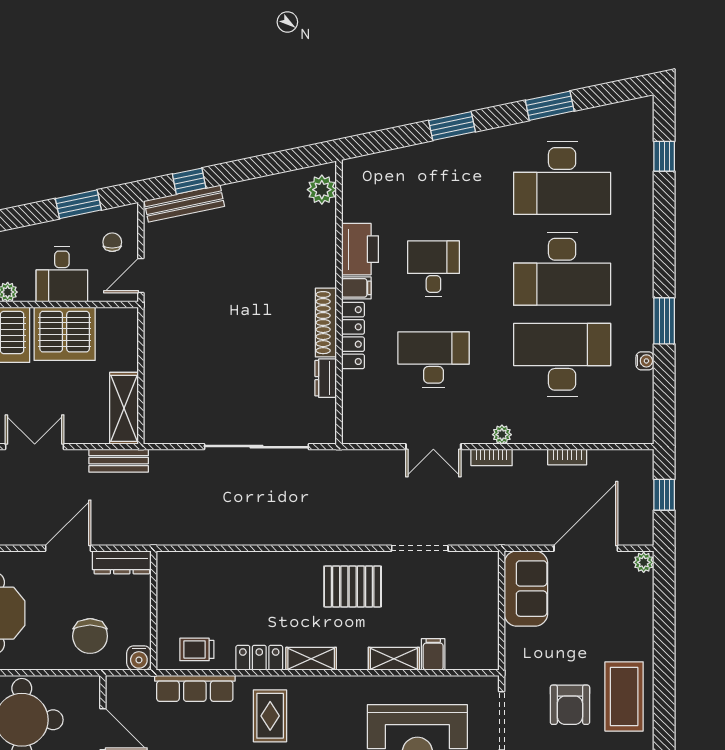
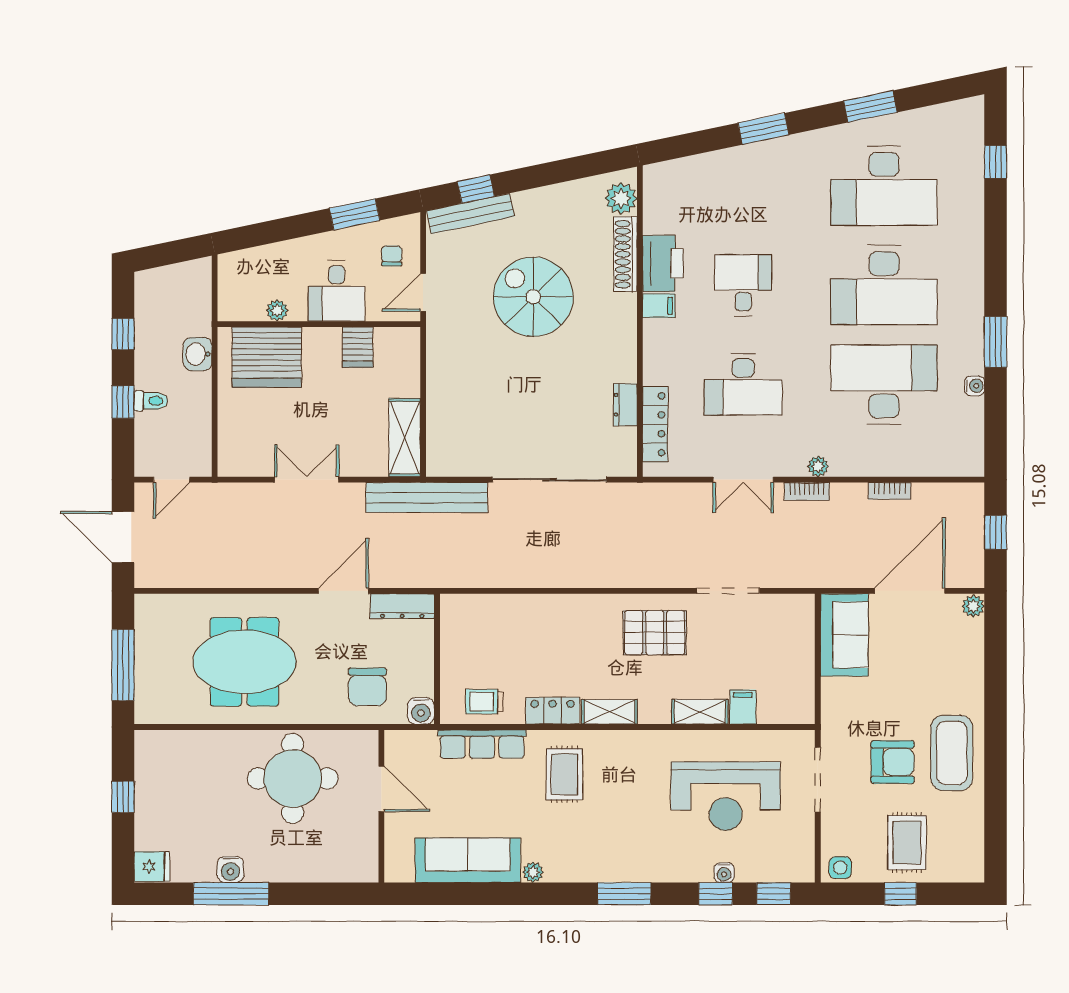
spiral stairs: (242, 280) -> (533, 297), added
shoe rack: (326, 323) -> (625, 254), moved
server rack: (65, 334) -> (358, 347), width x0.46, depth x0.70
locker: (353, 336) -> (655, 424), moved
desk: (433, 360) -> (743, 384), turned 180
bench: (119, 461) -> (427, 498), width x1.86, depth x1.21
armchair: (570, 705) -> (893, 762), turned -90

